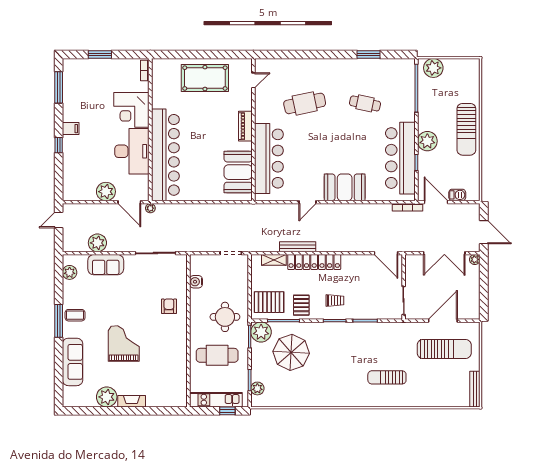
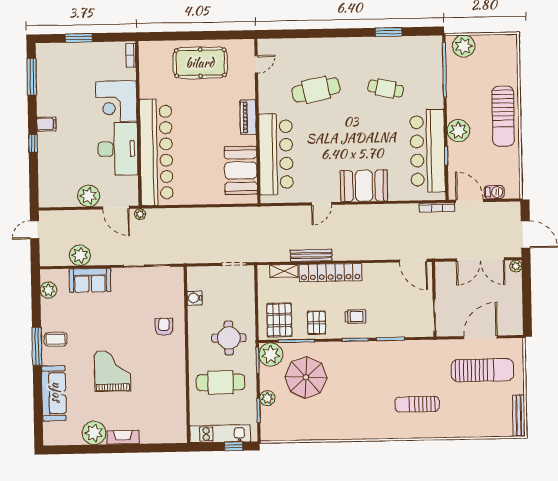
pallet: (269, 302) -> (279, 320), turned 90
plant: (257, 388) -> (267, 398), moved

